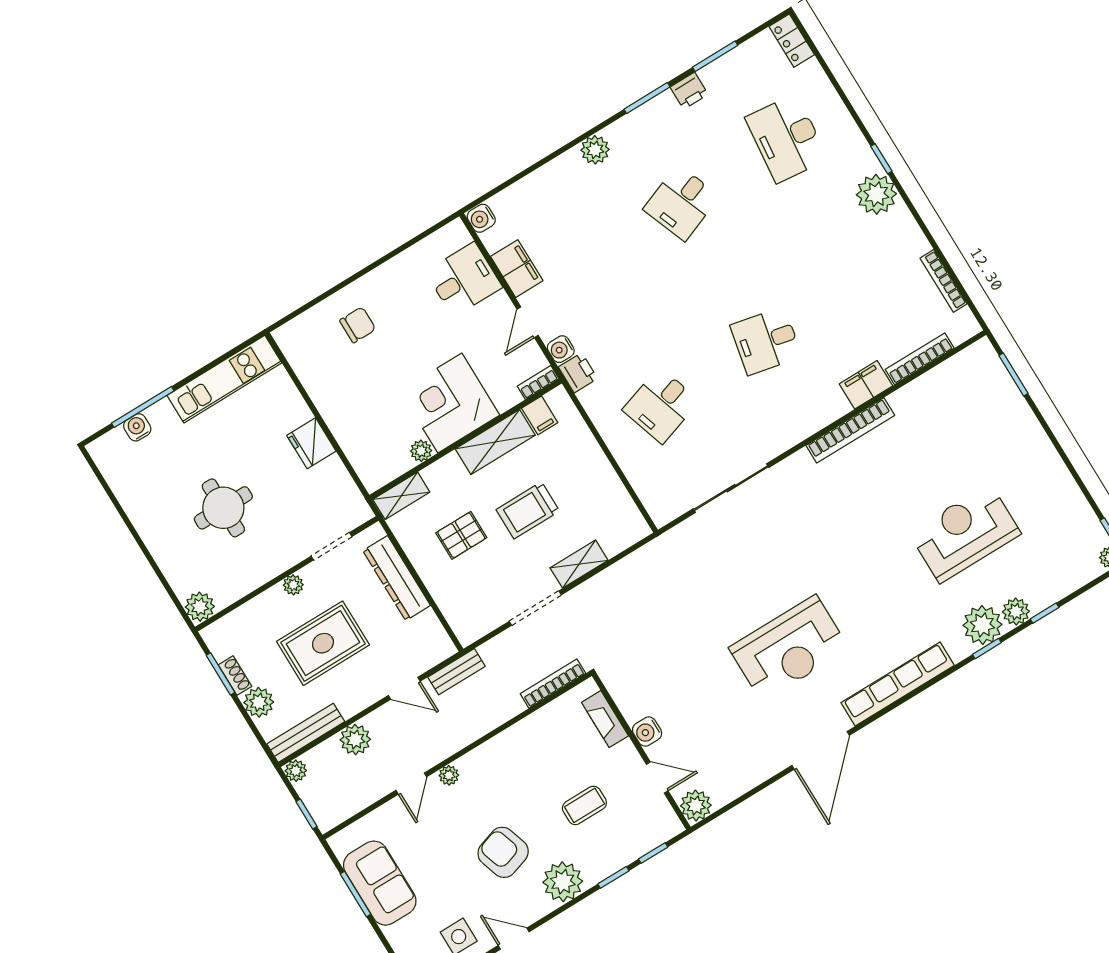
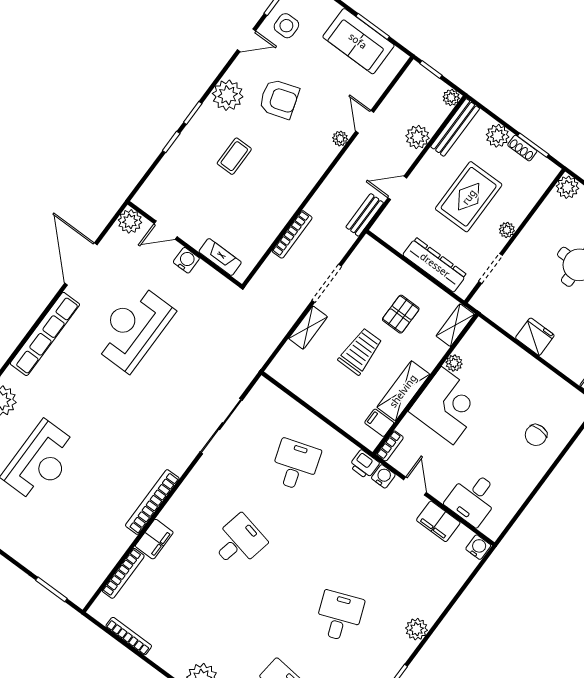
fireplace: (605, 719) -> (220, 257), moved
water cooler: (647, 732) -> (186, 260), moved
wall: (641, 751) -> (185, 244), moved
door: (657, 778) -> (166, 230), moved
plant: (696, 805) -> (130, 221), moved

